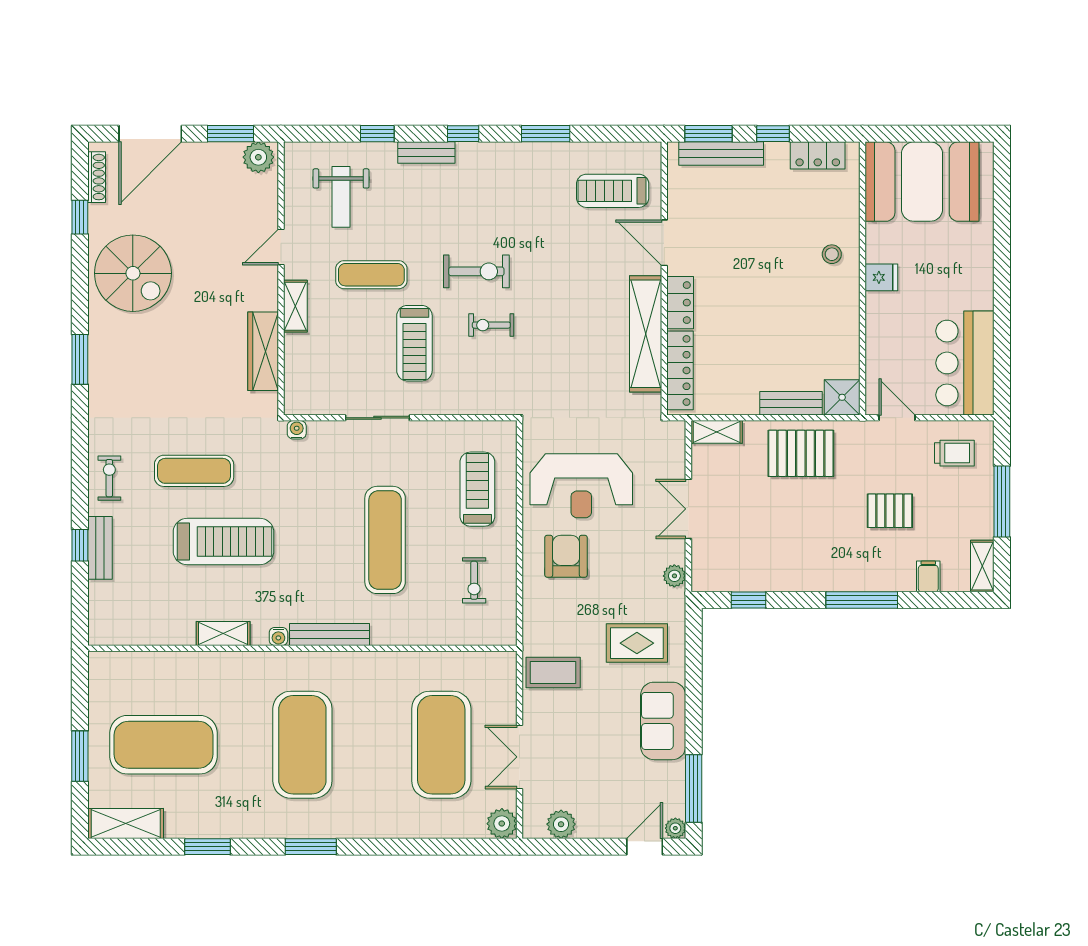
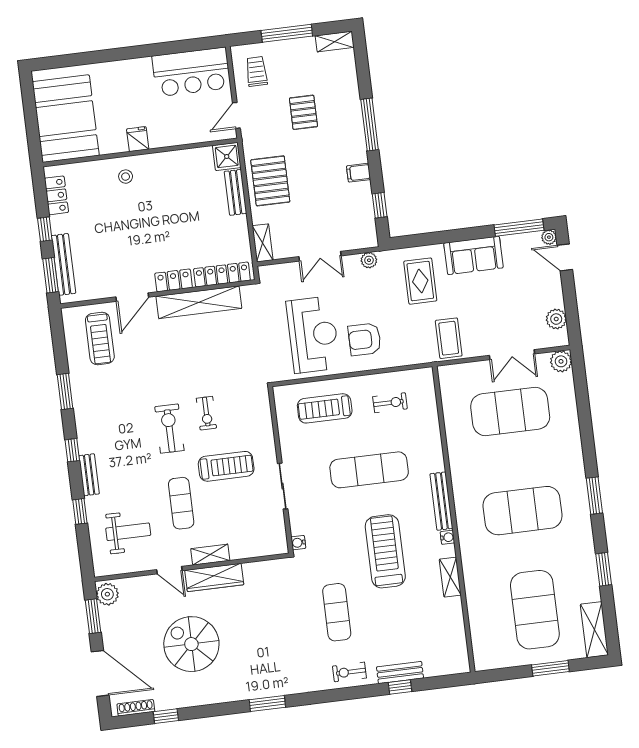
spiral stairs: (133, 273) -> (191, 644), moved, turned -90
wardrobe: (263, 351) -> (214, 577), moved
treadmill: (223, 542) -> (385, 551), moved
filing cabinet: (928, 576) -> (359, 173), moved

